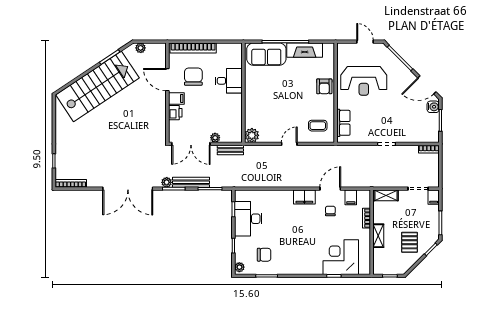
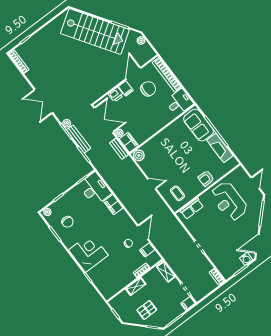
desk: (229, 81) -> (179, 102), moved, turned -90
door: (427, 85) -> (257, 244), hinge flipped
filing cabinet: (231, 135) -> (129, 142), added
double door: (191, 144) -> (104, 120), swing flipped
double door: (128, 189) -> (44, 101), width x0.73
door: (330, 189) -> (143, 232), hinge flipped
filing cabinet: (304, 197) -> (113, 205), moved
desk: (248, 219) -> (95, 189), moved, turned 90
corner desk: (341, 257) -> (88, 253), moved

